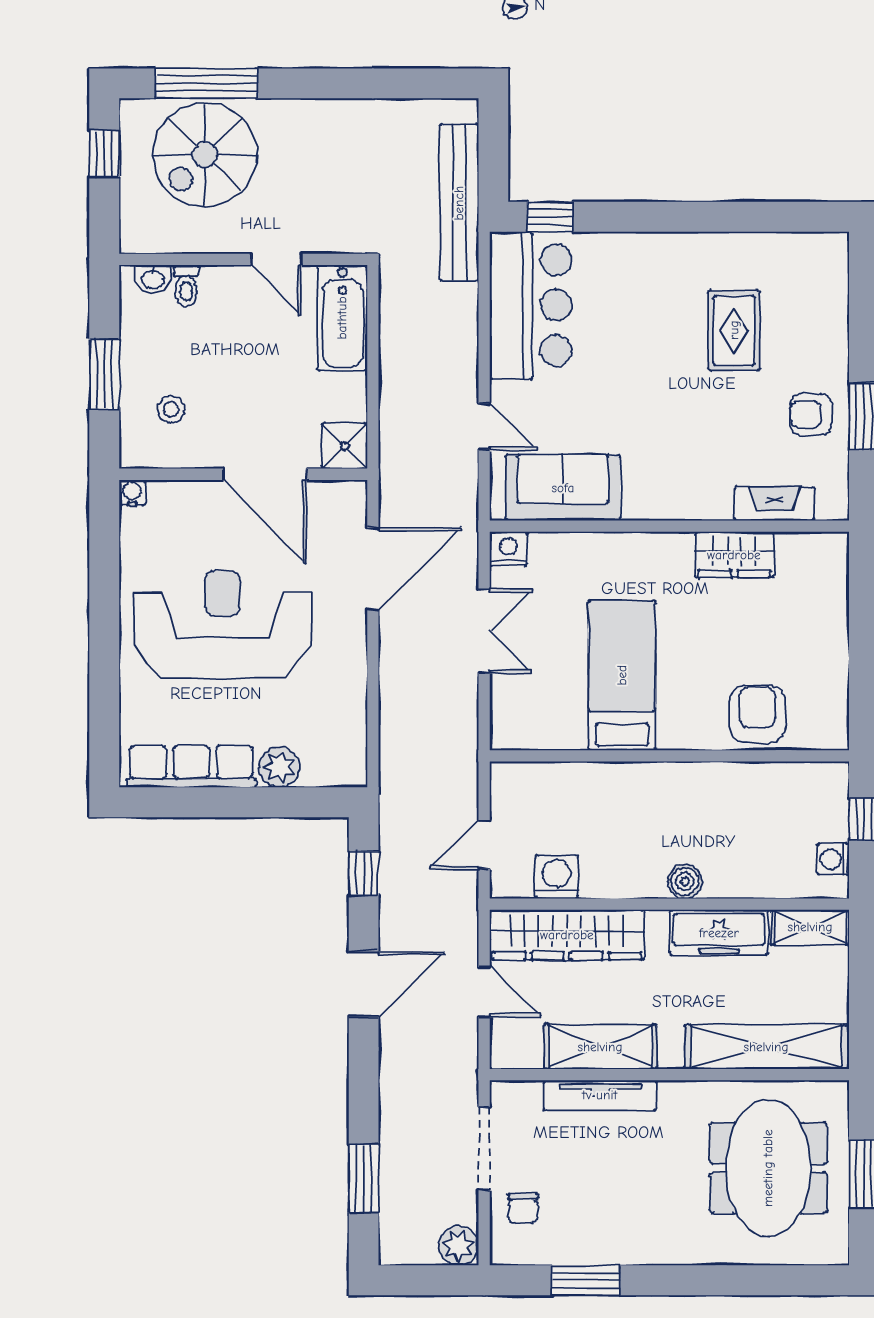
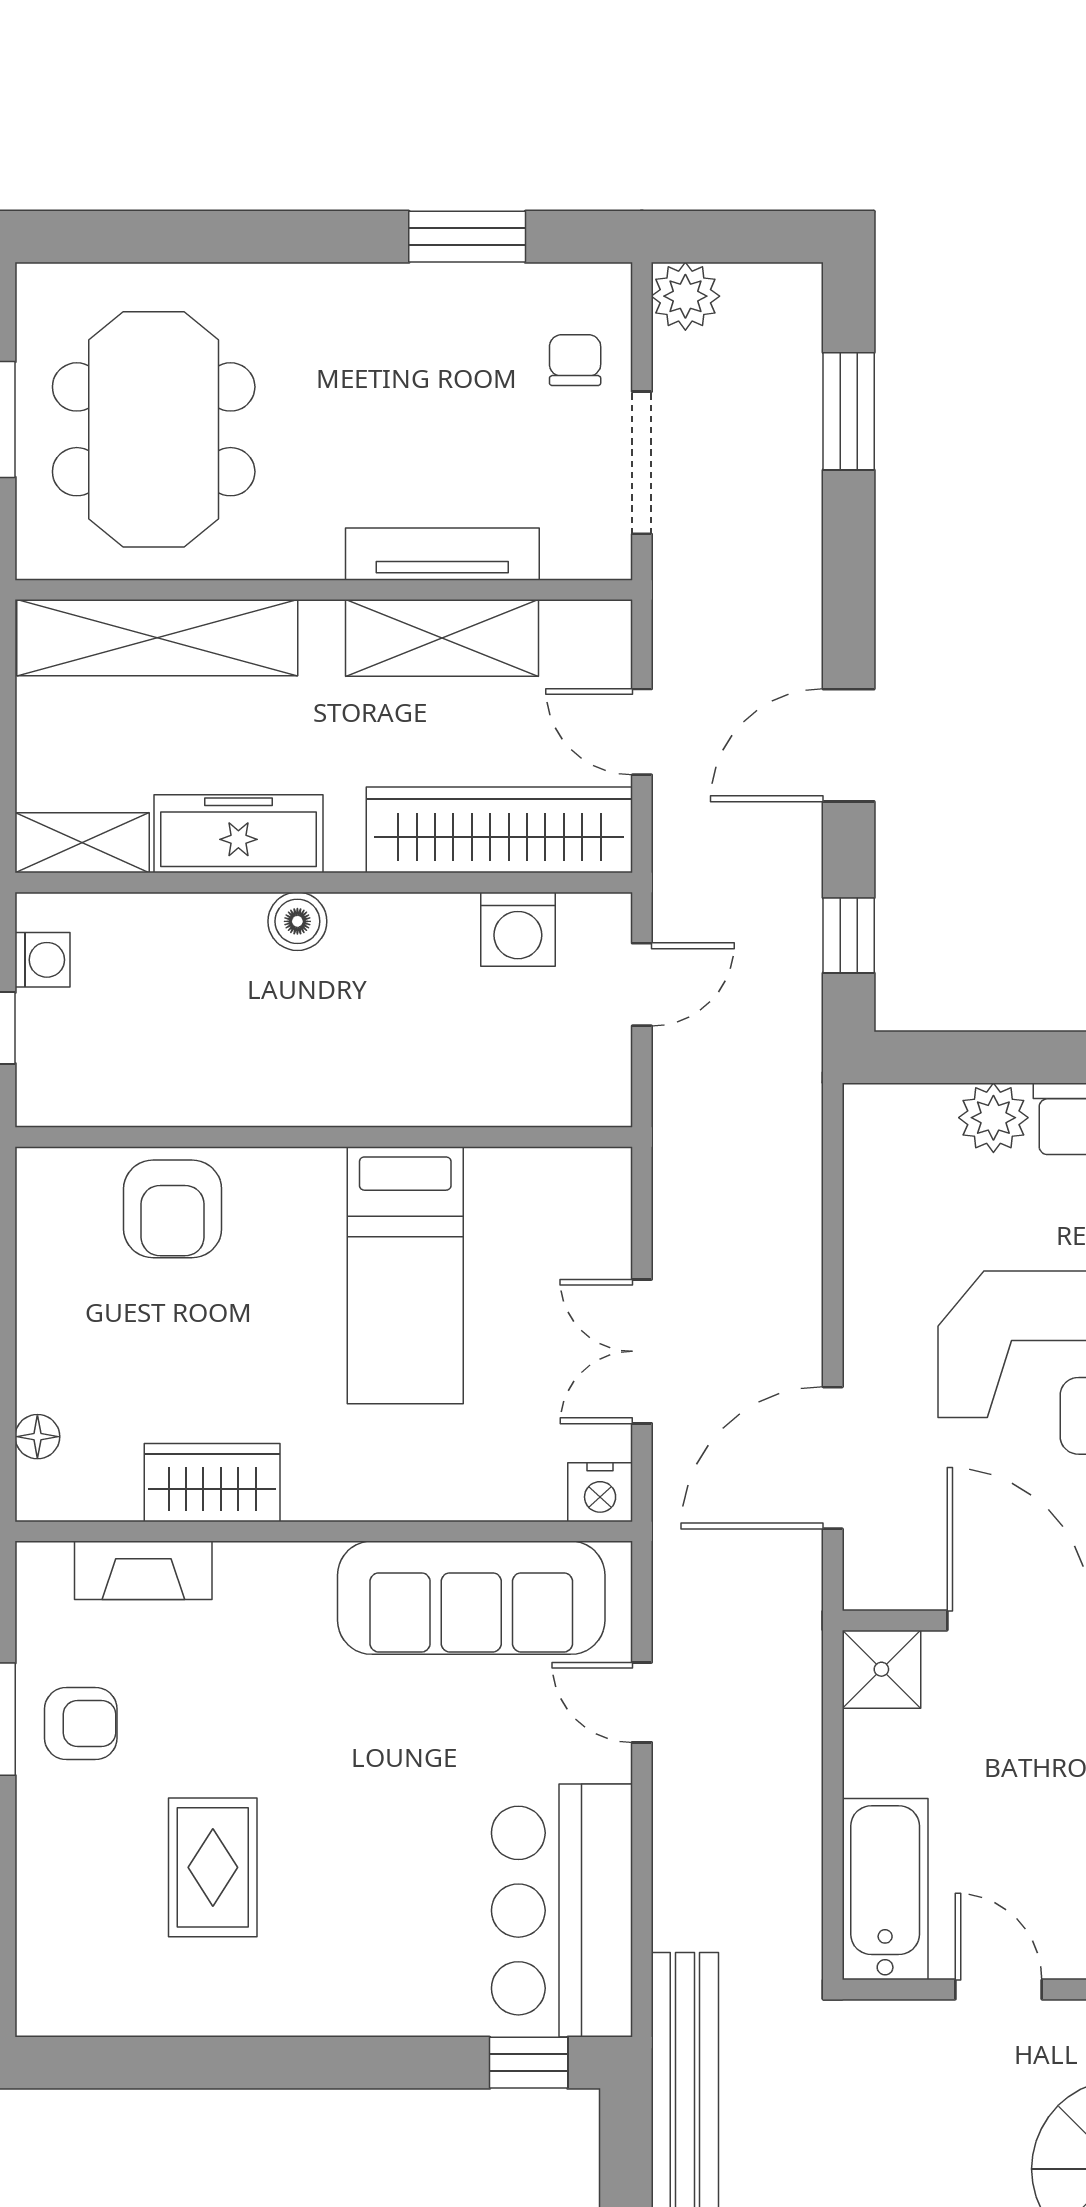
sofa: (563, 488) -> (471, 1598), width x1.36
floor lamp: (836, 581) -> (37, 1437), added

